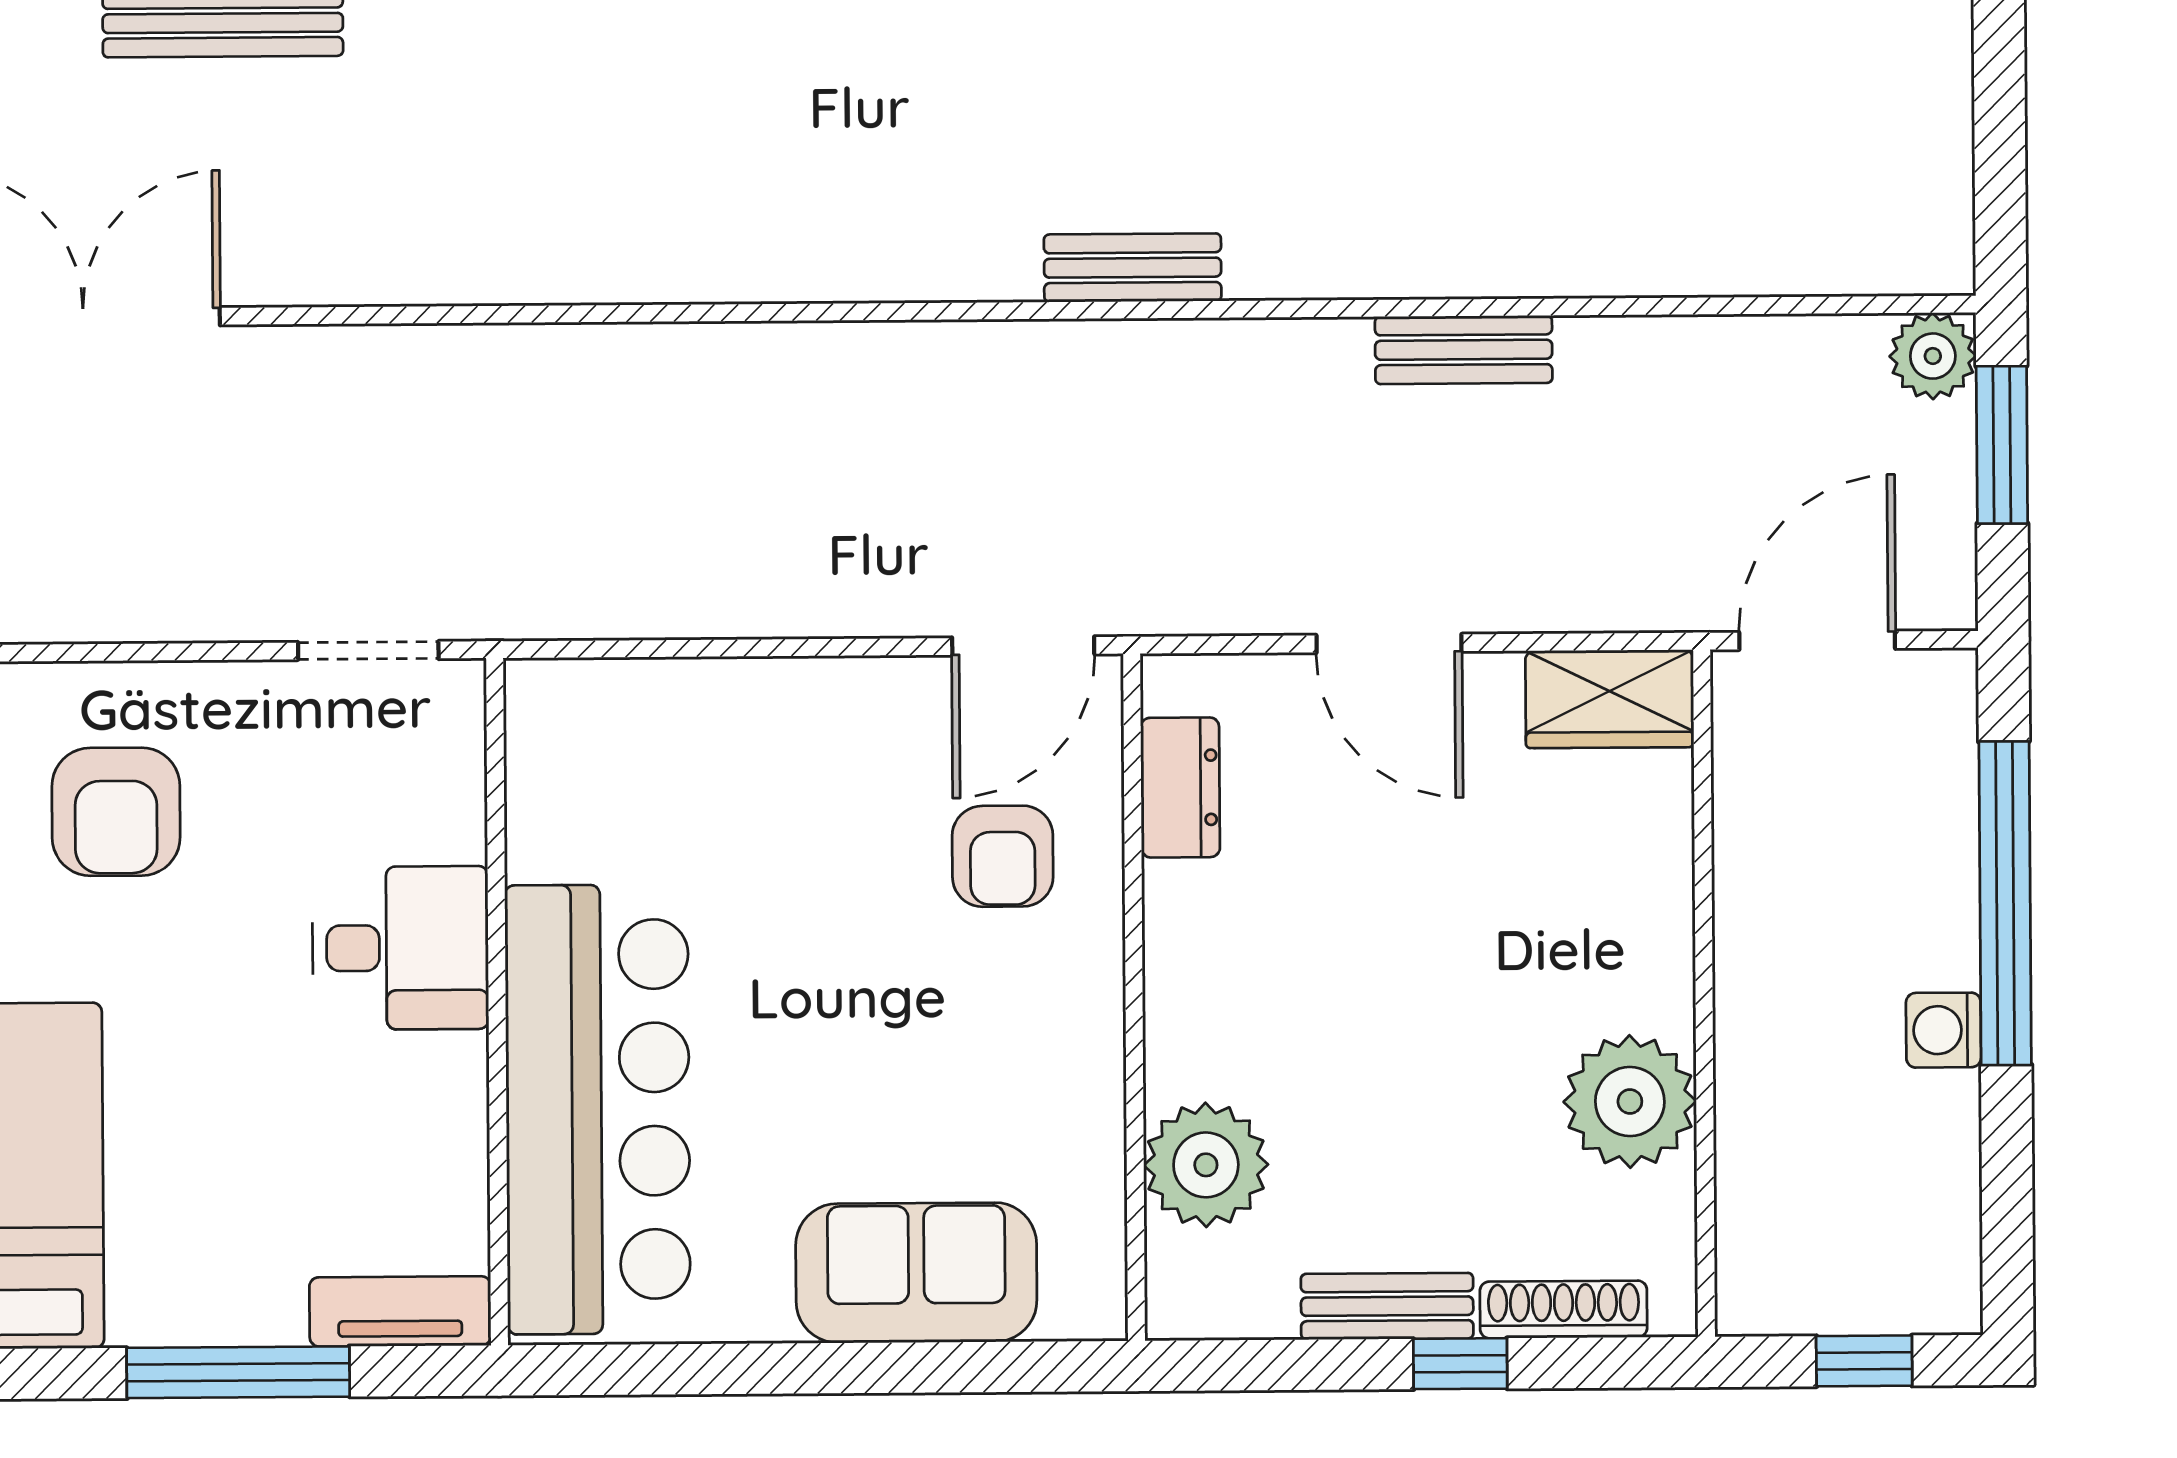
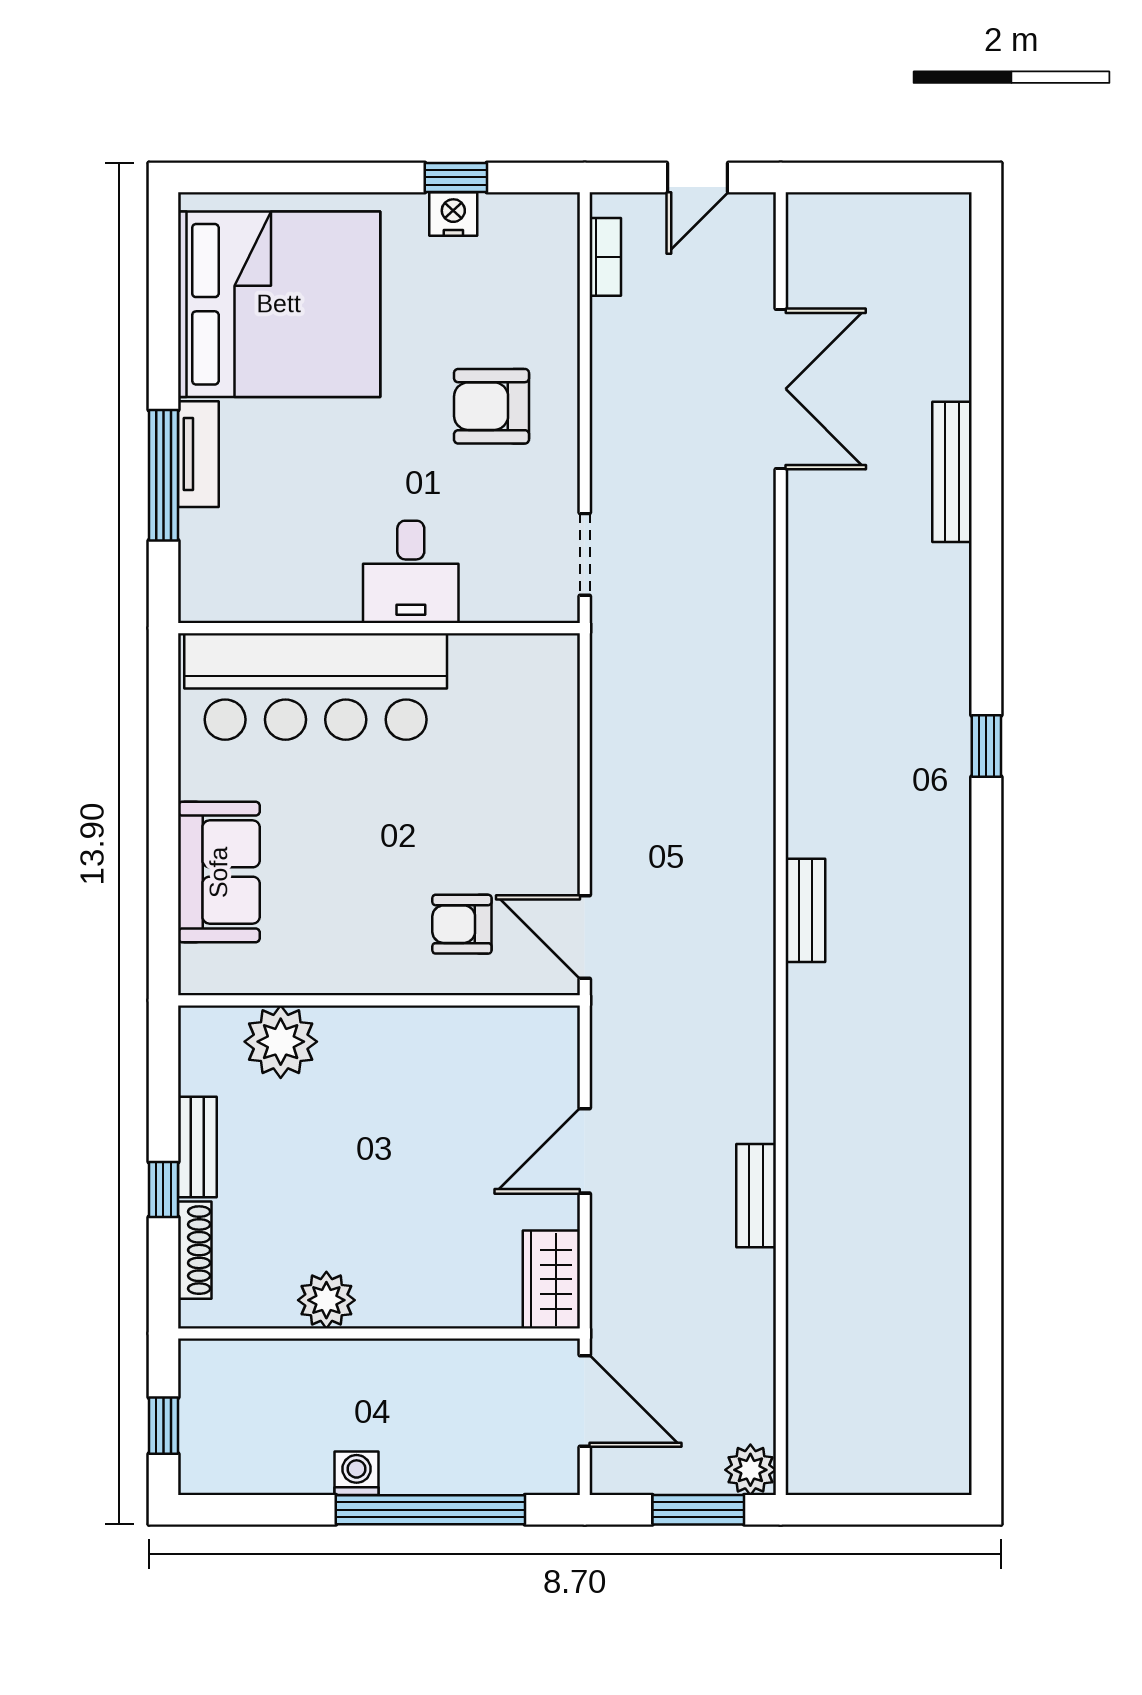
bench: (1133, 268) -> (805, 910), moved
dresser: (1180, 787) -> (501, 1028), removed
plant: (1630, 1102) -> (326, 1300), width x0.73, depth x0.73
tv unit: (400, 1311) -> (198, 454), moved

